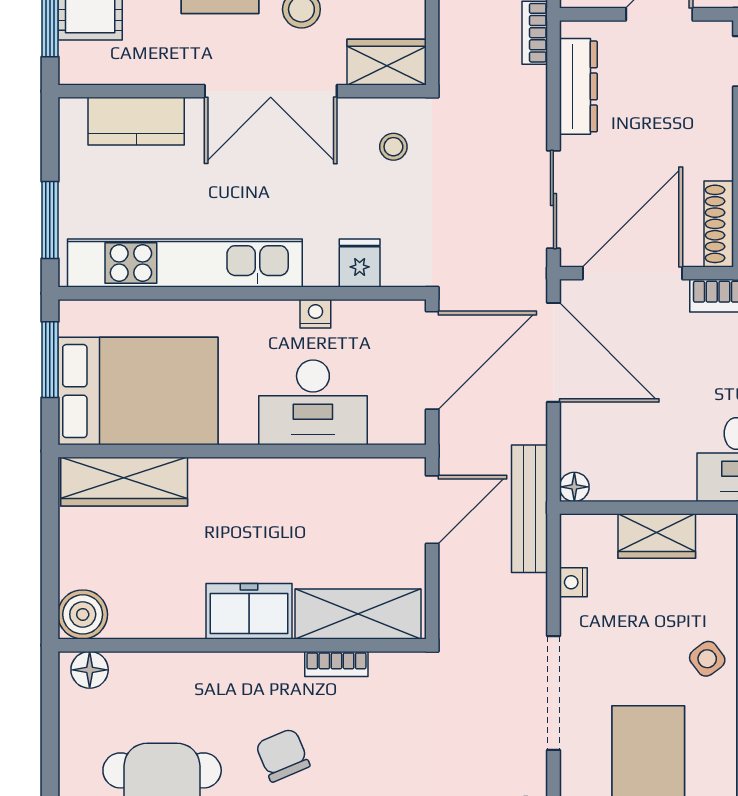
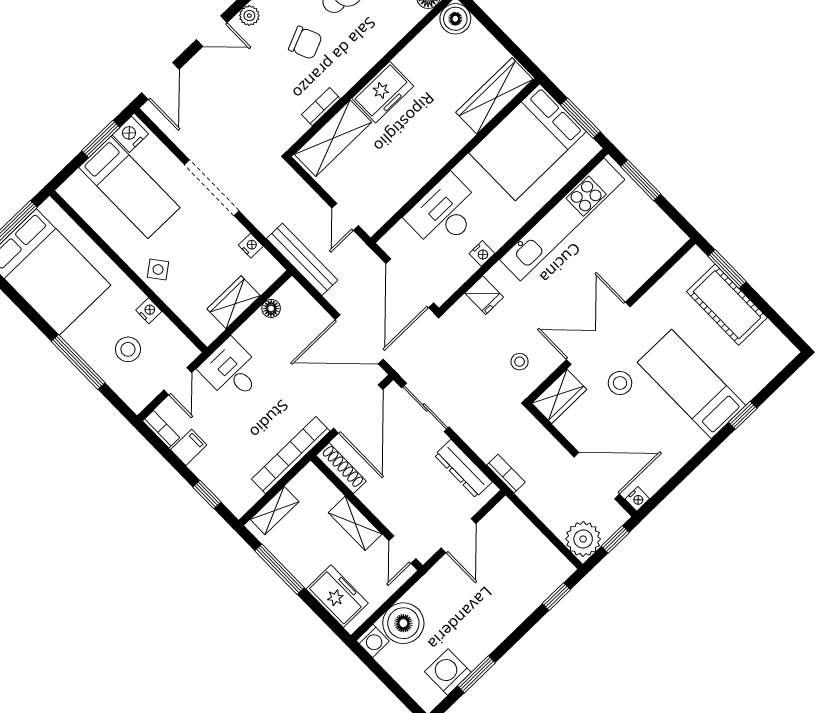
kitchen counter: (136, 121) -> (645, 262), removed
floor lamp: (574, 487) -> (271, 308), moved
door: (432, 510) -> (345, 217), width x0.73

